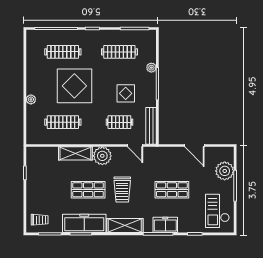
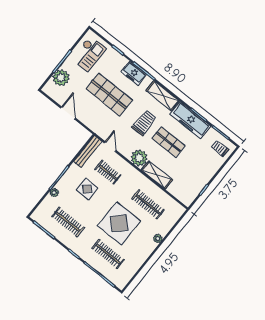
shop shelf: (172, 190) -> (109, 94), width x1.43, depth x1.36

